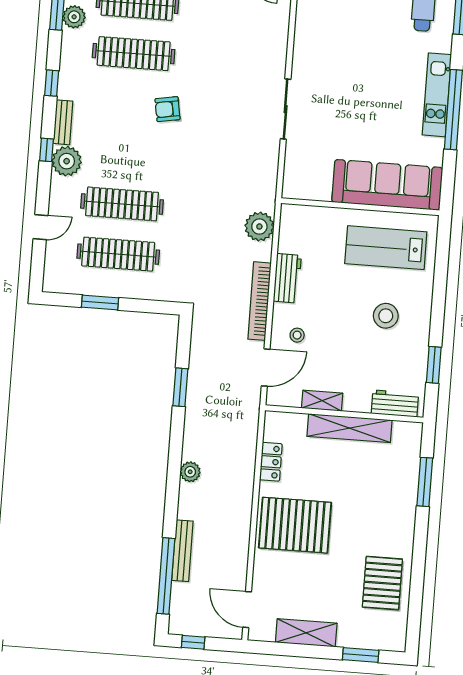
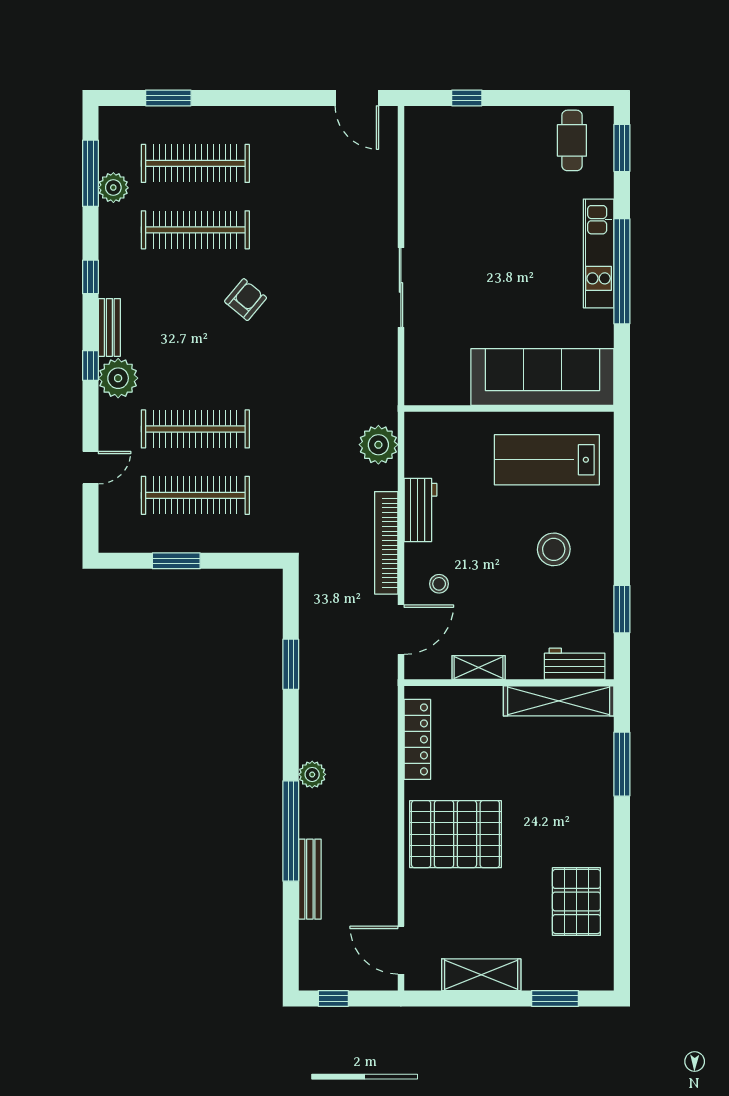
armchair: (168, 109) -> (246, 300), turned 140
shelving: (350, 428) -> (559, 701), moved
locker: (271, 462) -> (417, 739), width x1.53
window: (166, 576) -> (291, 831), moved

